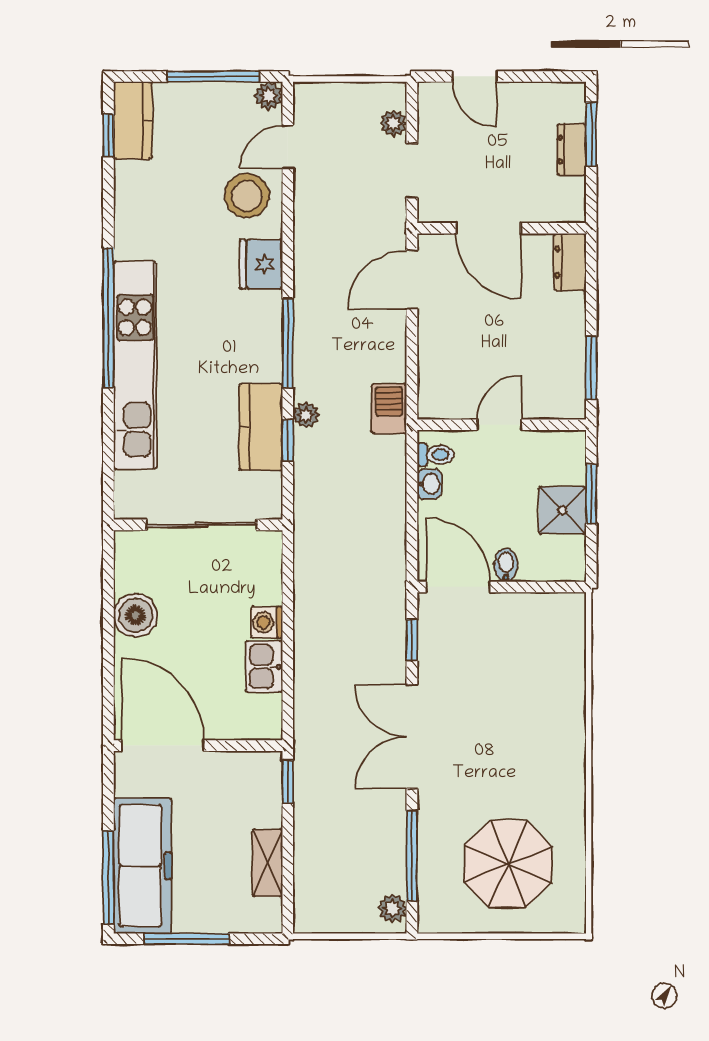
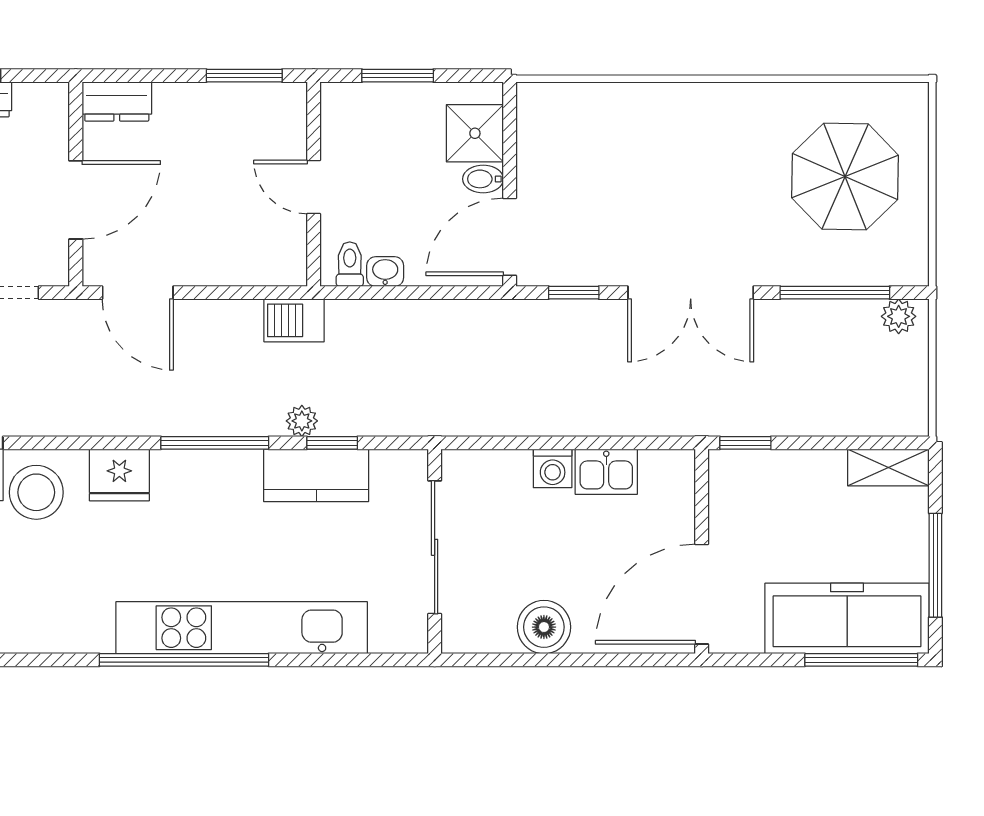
shower: (562, 510) -> (475, 133), moved
shelving: (267, 863) -> (888, 468), moved

